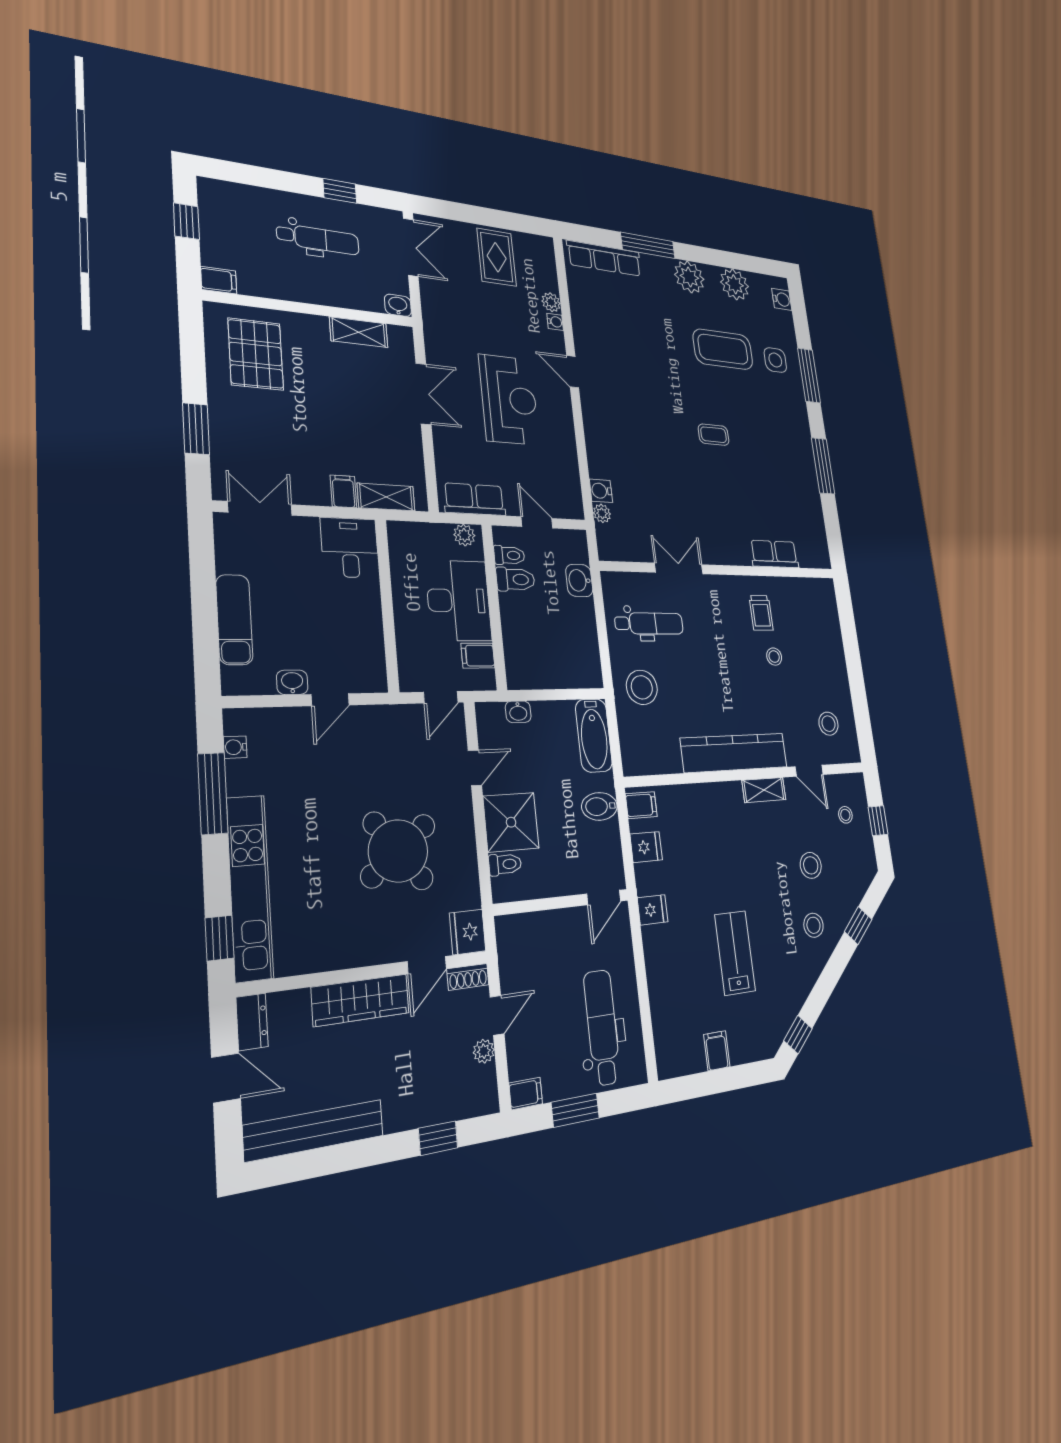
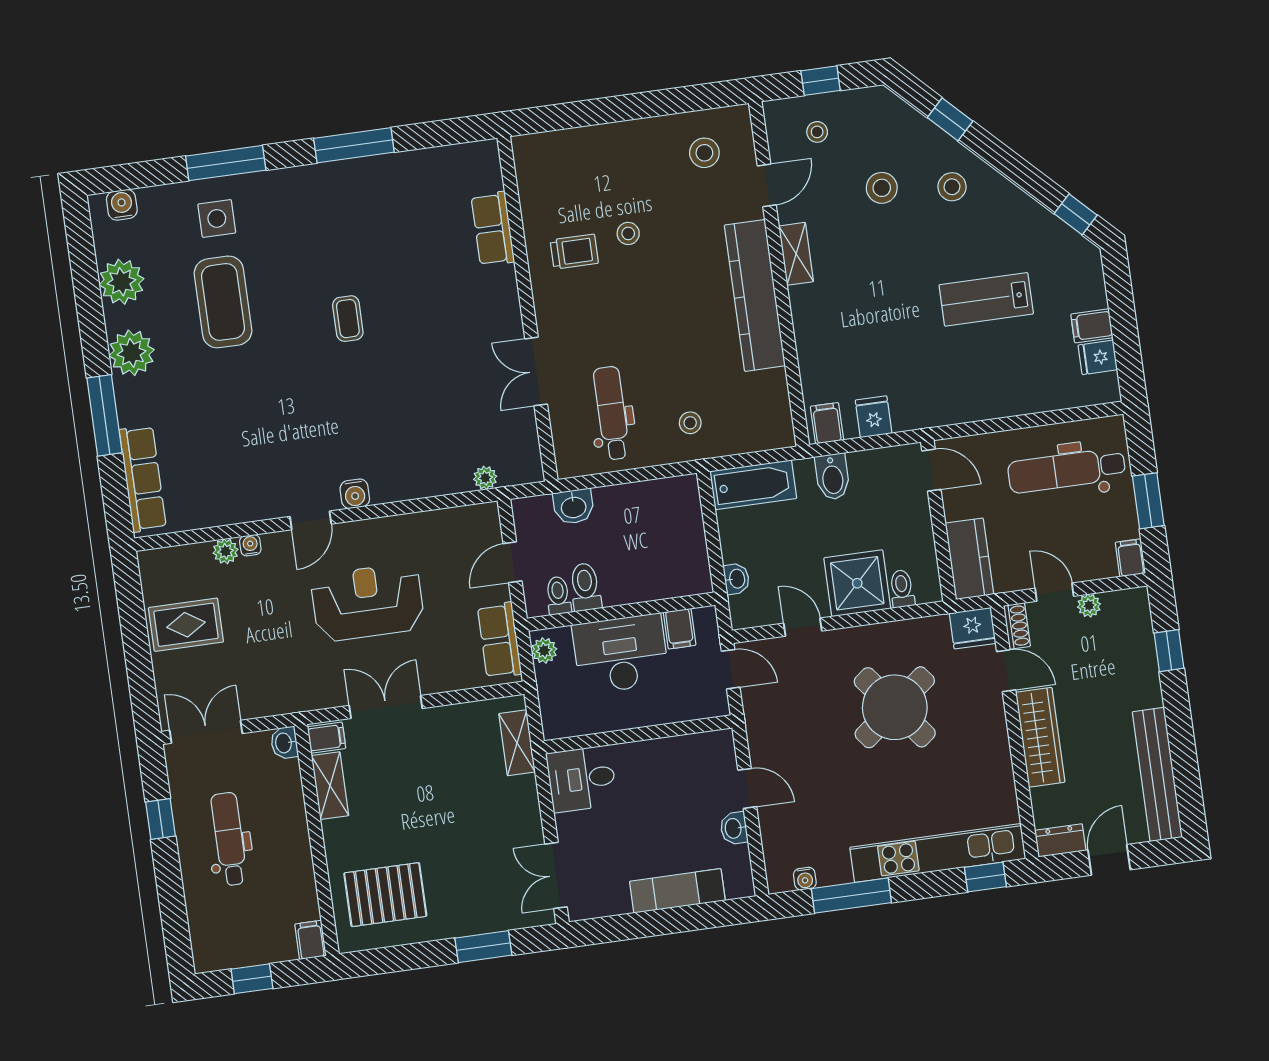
filing cabinet: (343, 491) -> (327, 738), moved, turned 180
water cooler: (601, 491) -> (355, 494), moved
stool: (642, 687) -> (690, 423), width x0.53, depth x0.53
fridge: (653, 910) -> (1098, 357), moved, turned -90
kitchen counter: (529, 931) -> (969, 559), added

